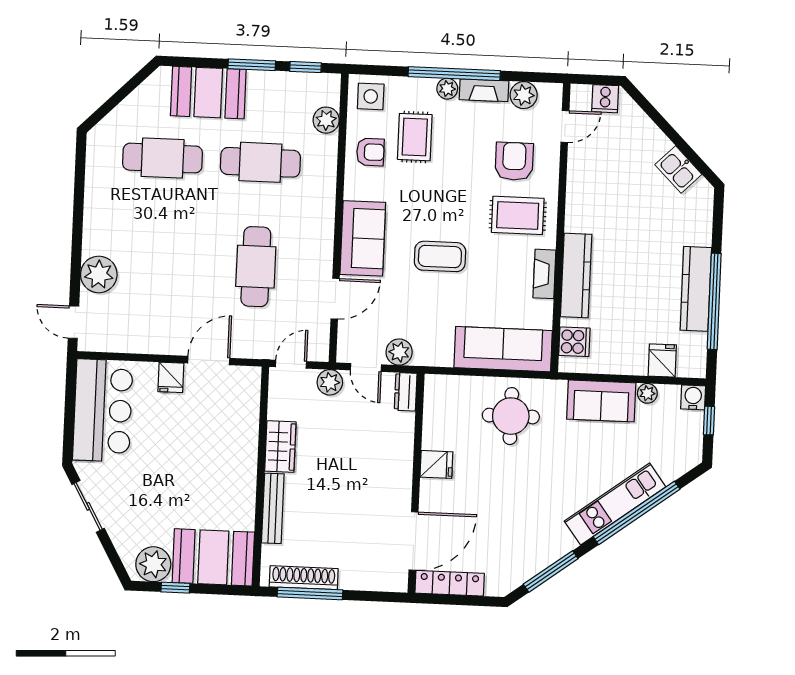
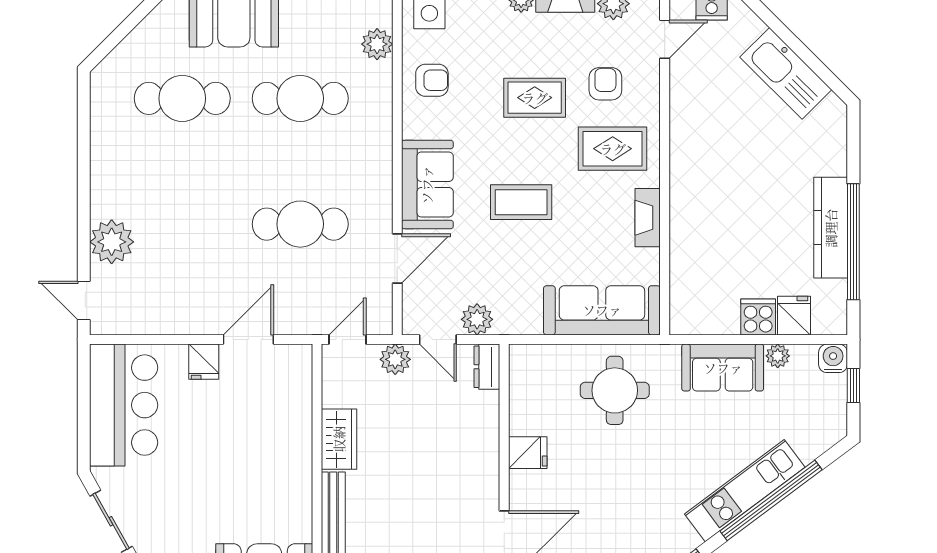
rug: (415, 137) -> (535, 98), moved, turned 90
armchair: (514, 161) -> (605, 84), width x0.72, depth x0.72
kitchen sink: (678, 169) -> (786, 73), width x1.88, depth x1.24
cafe table: (256, 267) -> (300, 224), turned 90
kitchen counter: (576, 275) -> (686, 218), removed
cooker: (574, 342) -> (758, 317), moved, turned -90

